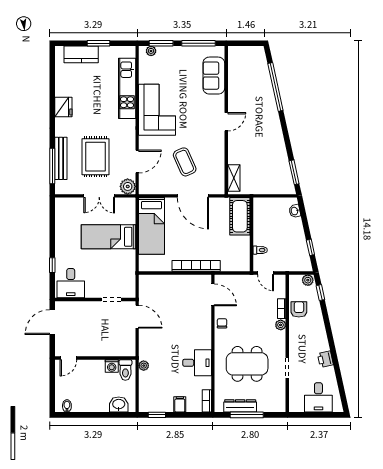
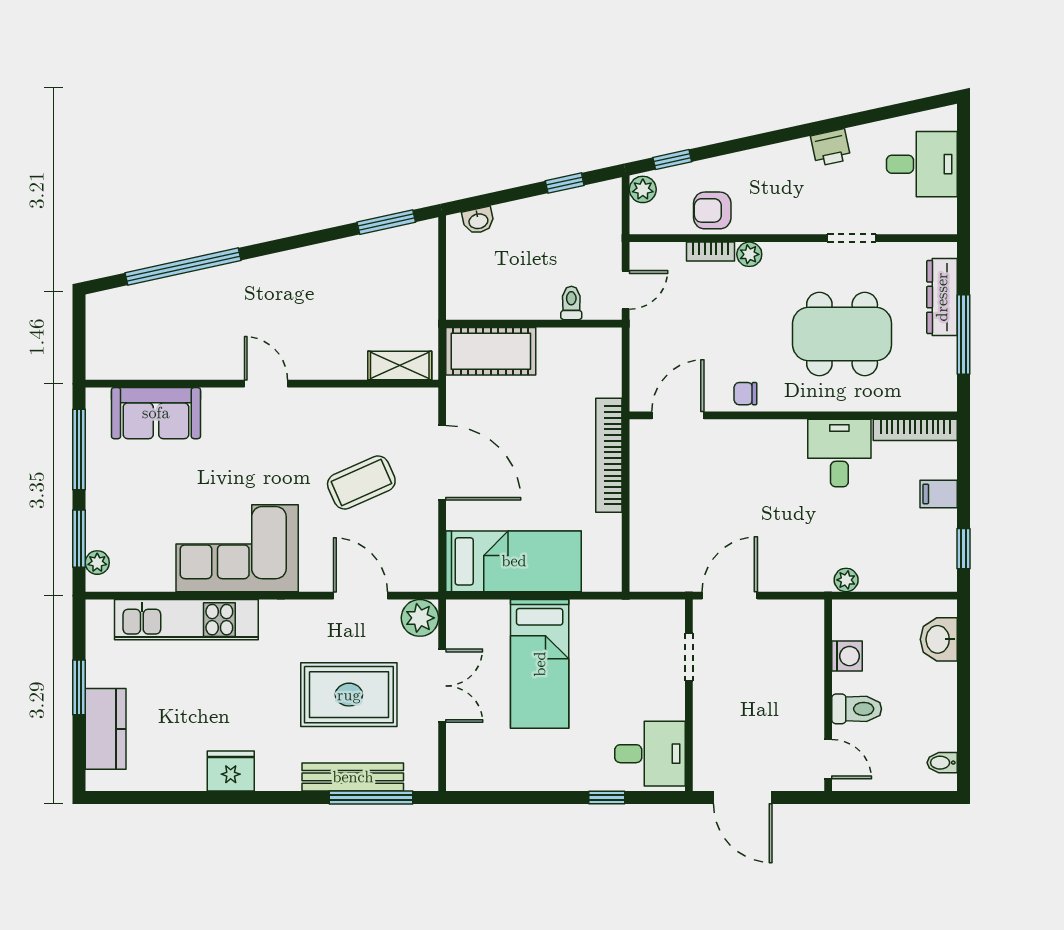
door: (193, 196) -> (442, 463), hinge flipped
dining table: (247, 364) -> (842, 334), turned 90
toilet: (125, 370) -> (857, 709), moved
bookcase: (207, 401) -> (915, 430), width x1.56
dresser: (240, 406) -> (942, 297), moved

